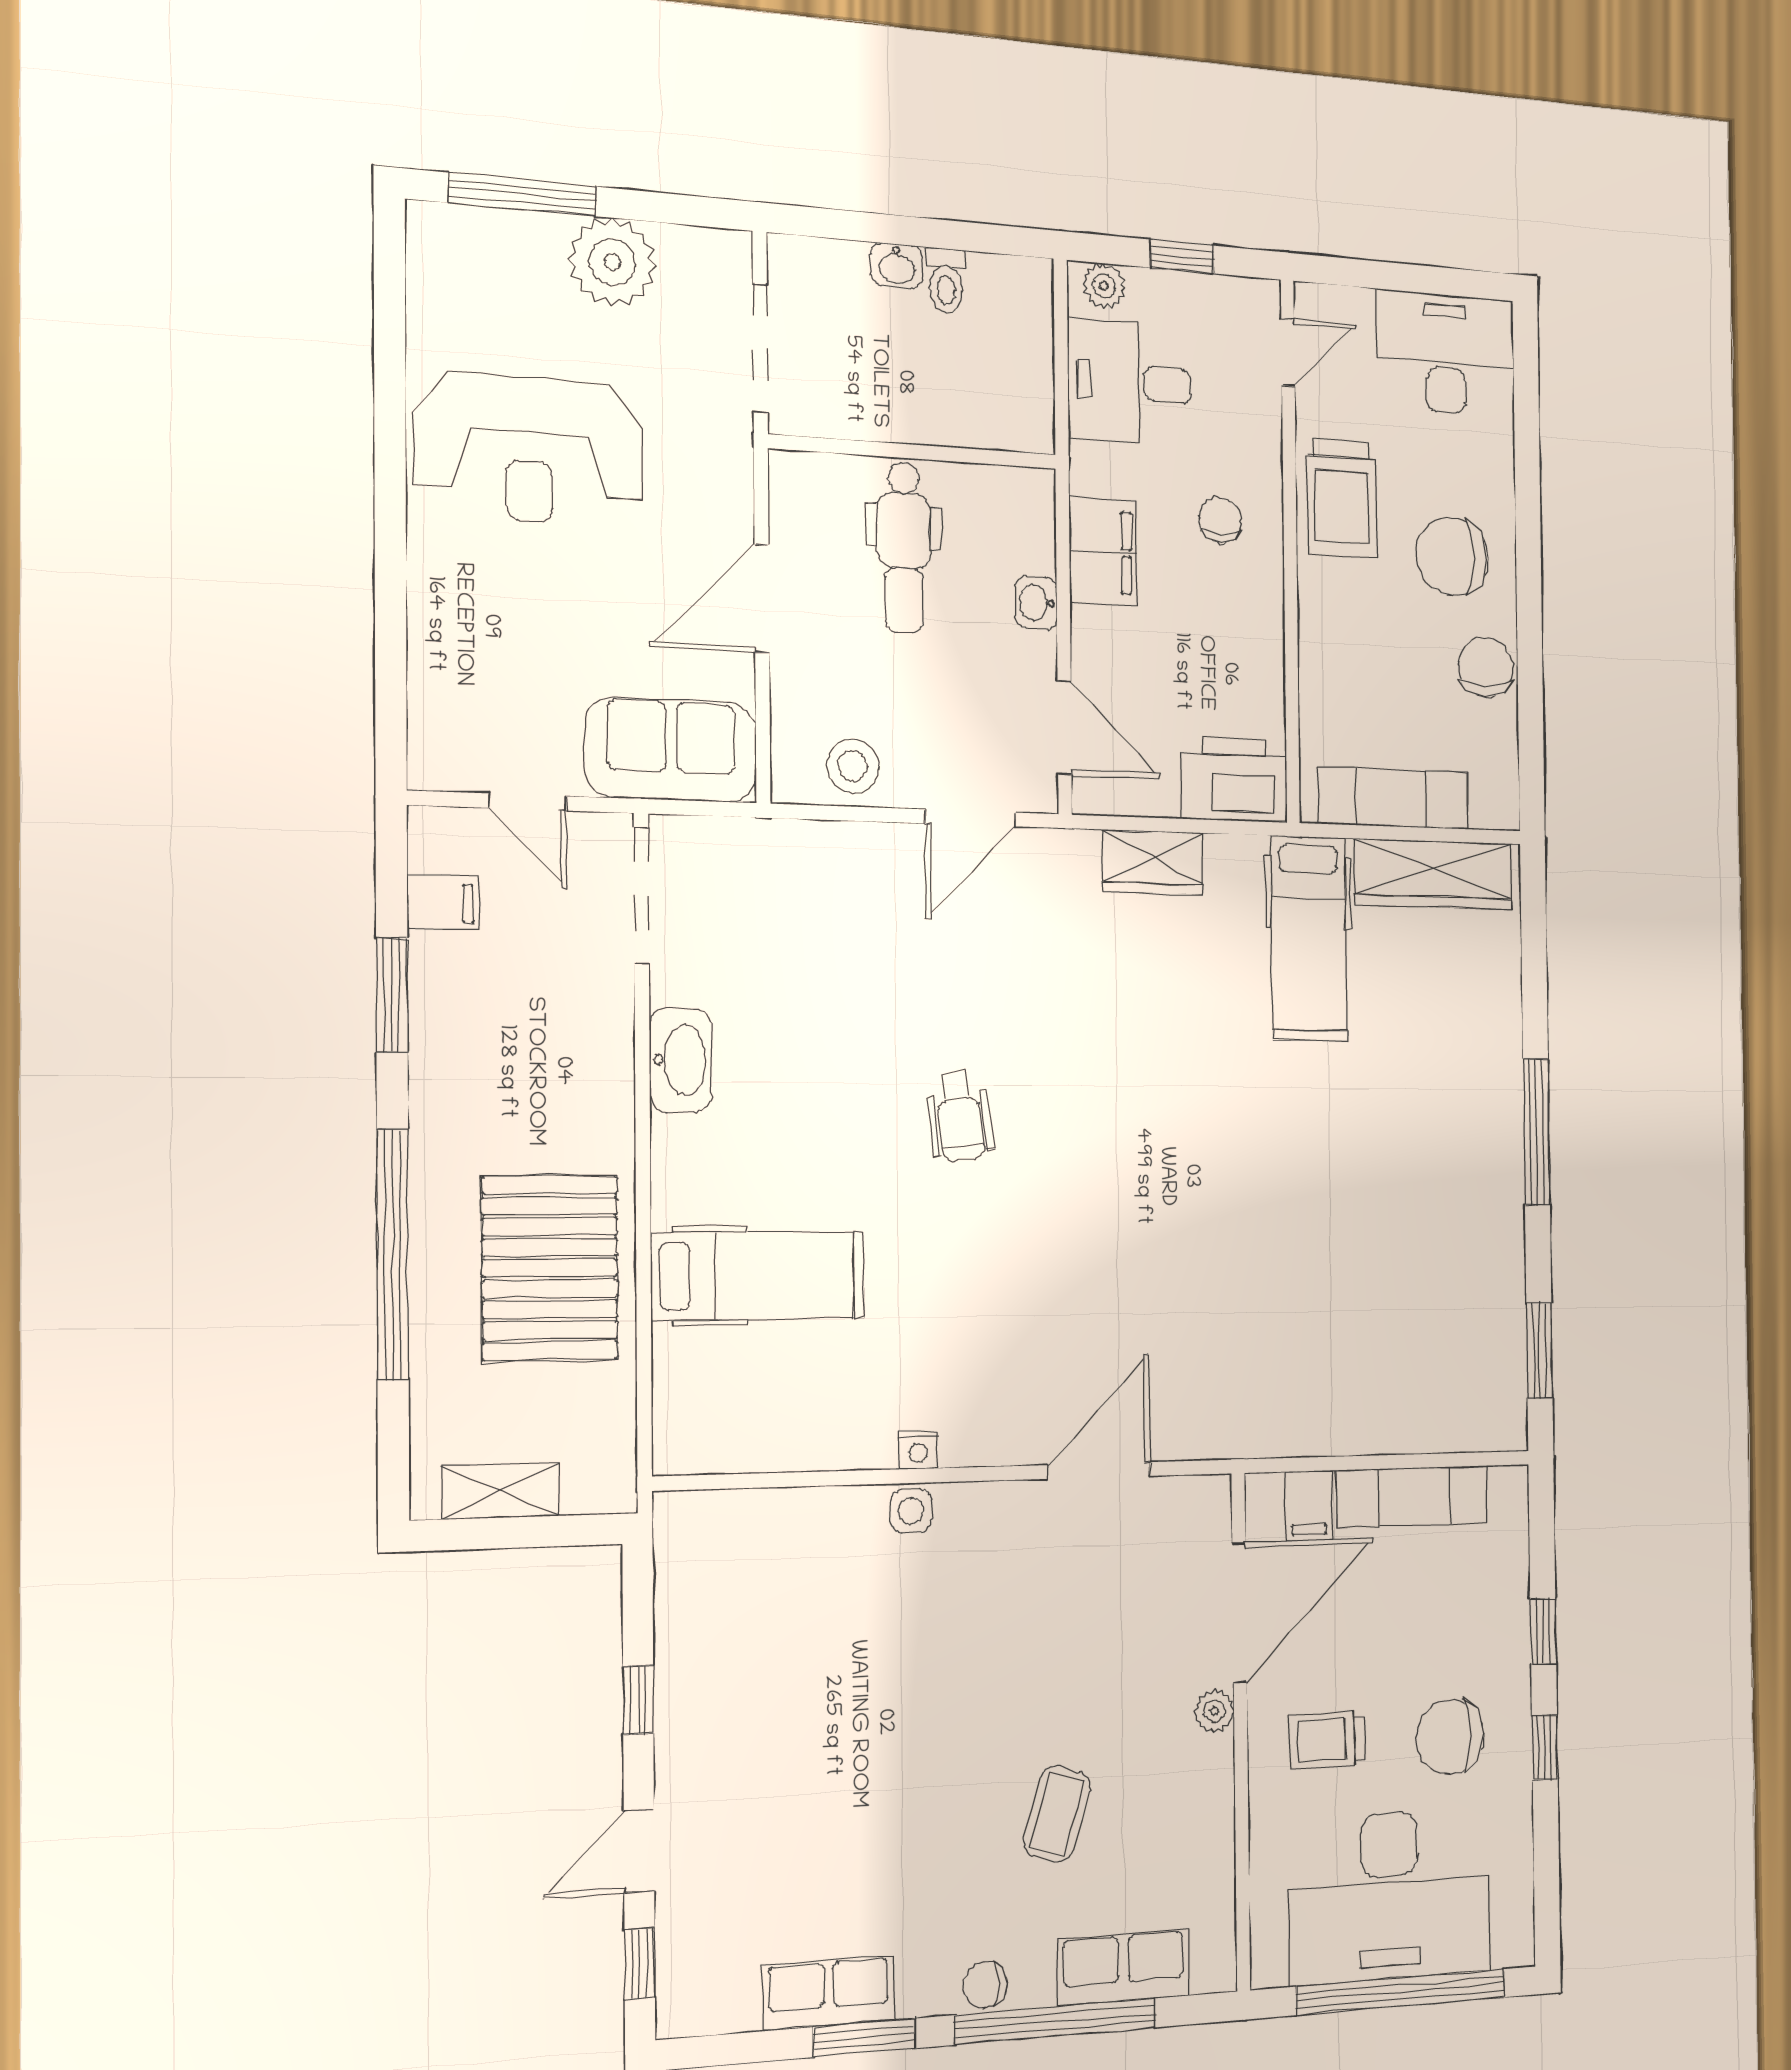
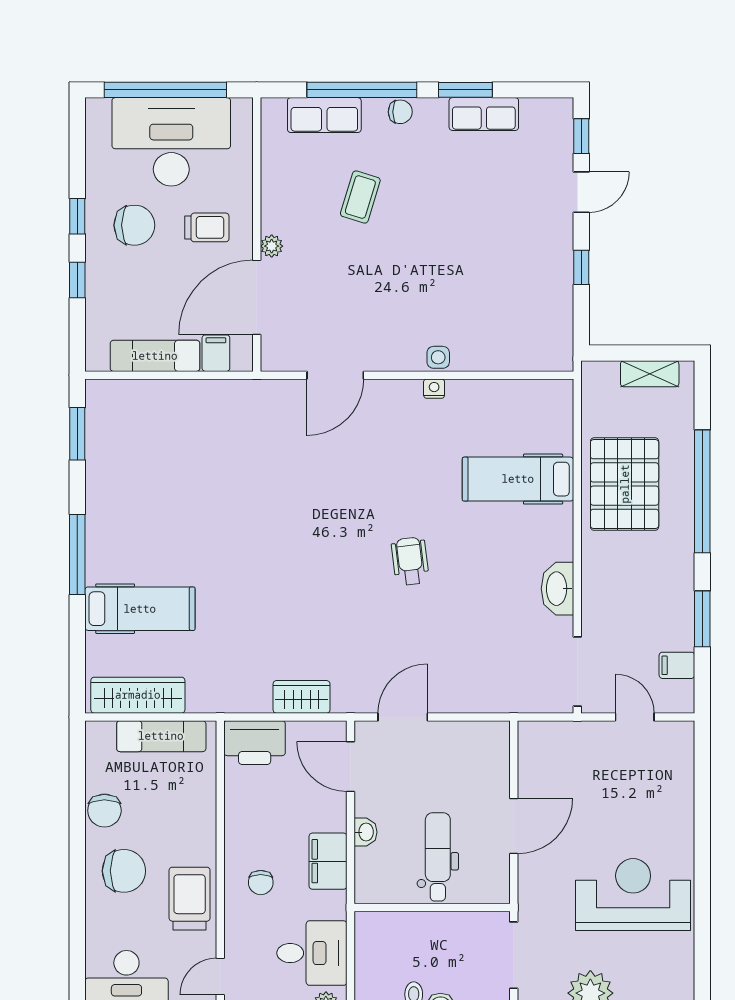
sofa: (671, 750) -> (562, 746), removed
stool: (853, 766) -> (466, 742), removed
hospital bed: (1309, 938) -> (140, 609), moved, turned 90

